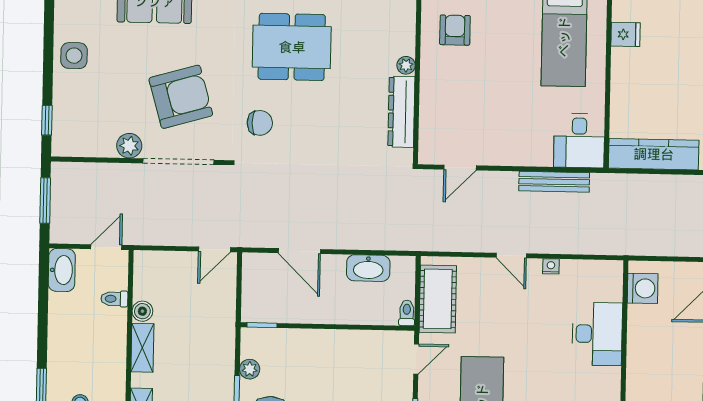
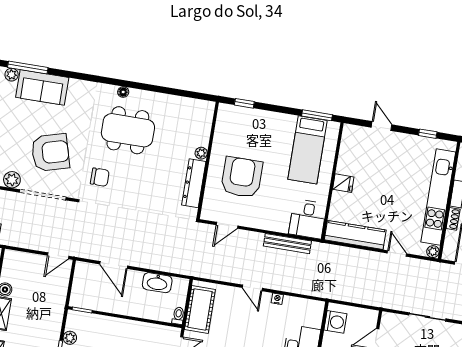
armchair: (455, 30) -> (242, 177), moved, width x1.88, depth x1.88
fridge: (626, 34) -> (343, 183), moved

